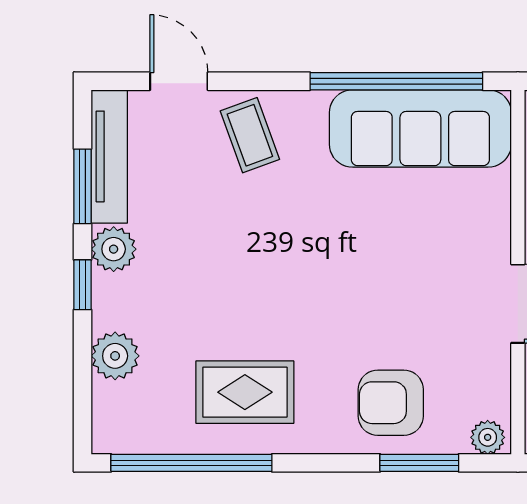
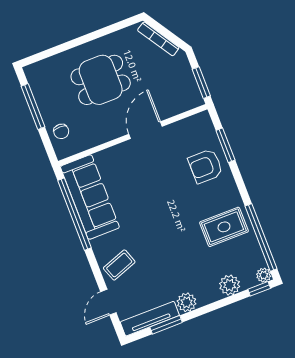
window: (83, 285) -> (259, 289), moved
rug: (245, 392) -> (224, 227), turned 90
armchair: (391, 403) -> (205, 166), turned 90
plant: (488, 437) -> (264, 275), moved

